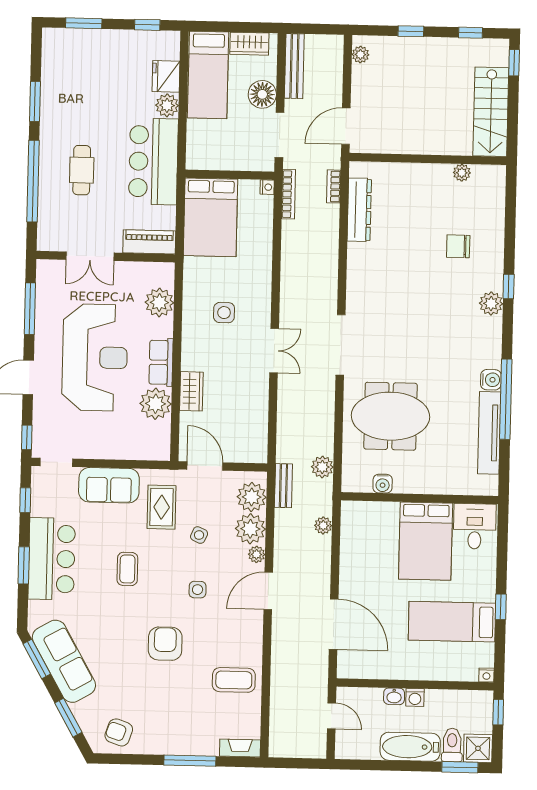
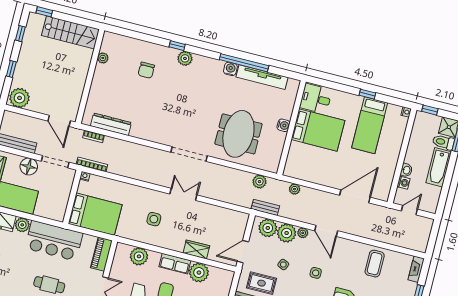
plant: (360, 55) -> (20, 98), width x1.88, depth x1.88
water cooler: (383, 484) -> (283, 125), moved
washing machine: (415, 697) -> (404, 183), moved

